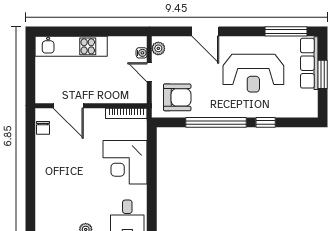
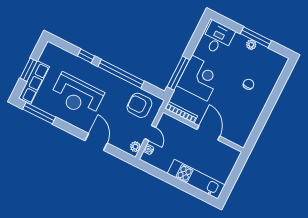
reception desk: (253, 73) -> (77, 95), turned 180
door: (68, 106) -> (208, 133), moved
chair: (43, 128) -> (248, 84), moved
window: (152, 156) -> (178, 73), added

